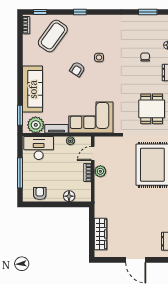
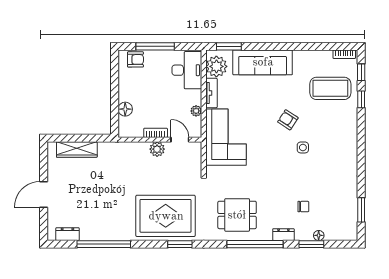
window: (80, 12) -> (361, 99), moved
coffee table: (53, 36) -> (330, 88), turned -36
armchair: (40, 193) -> (135, 59), moved

